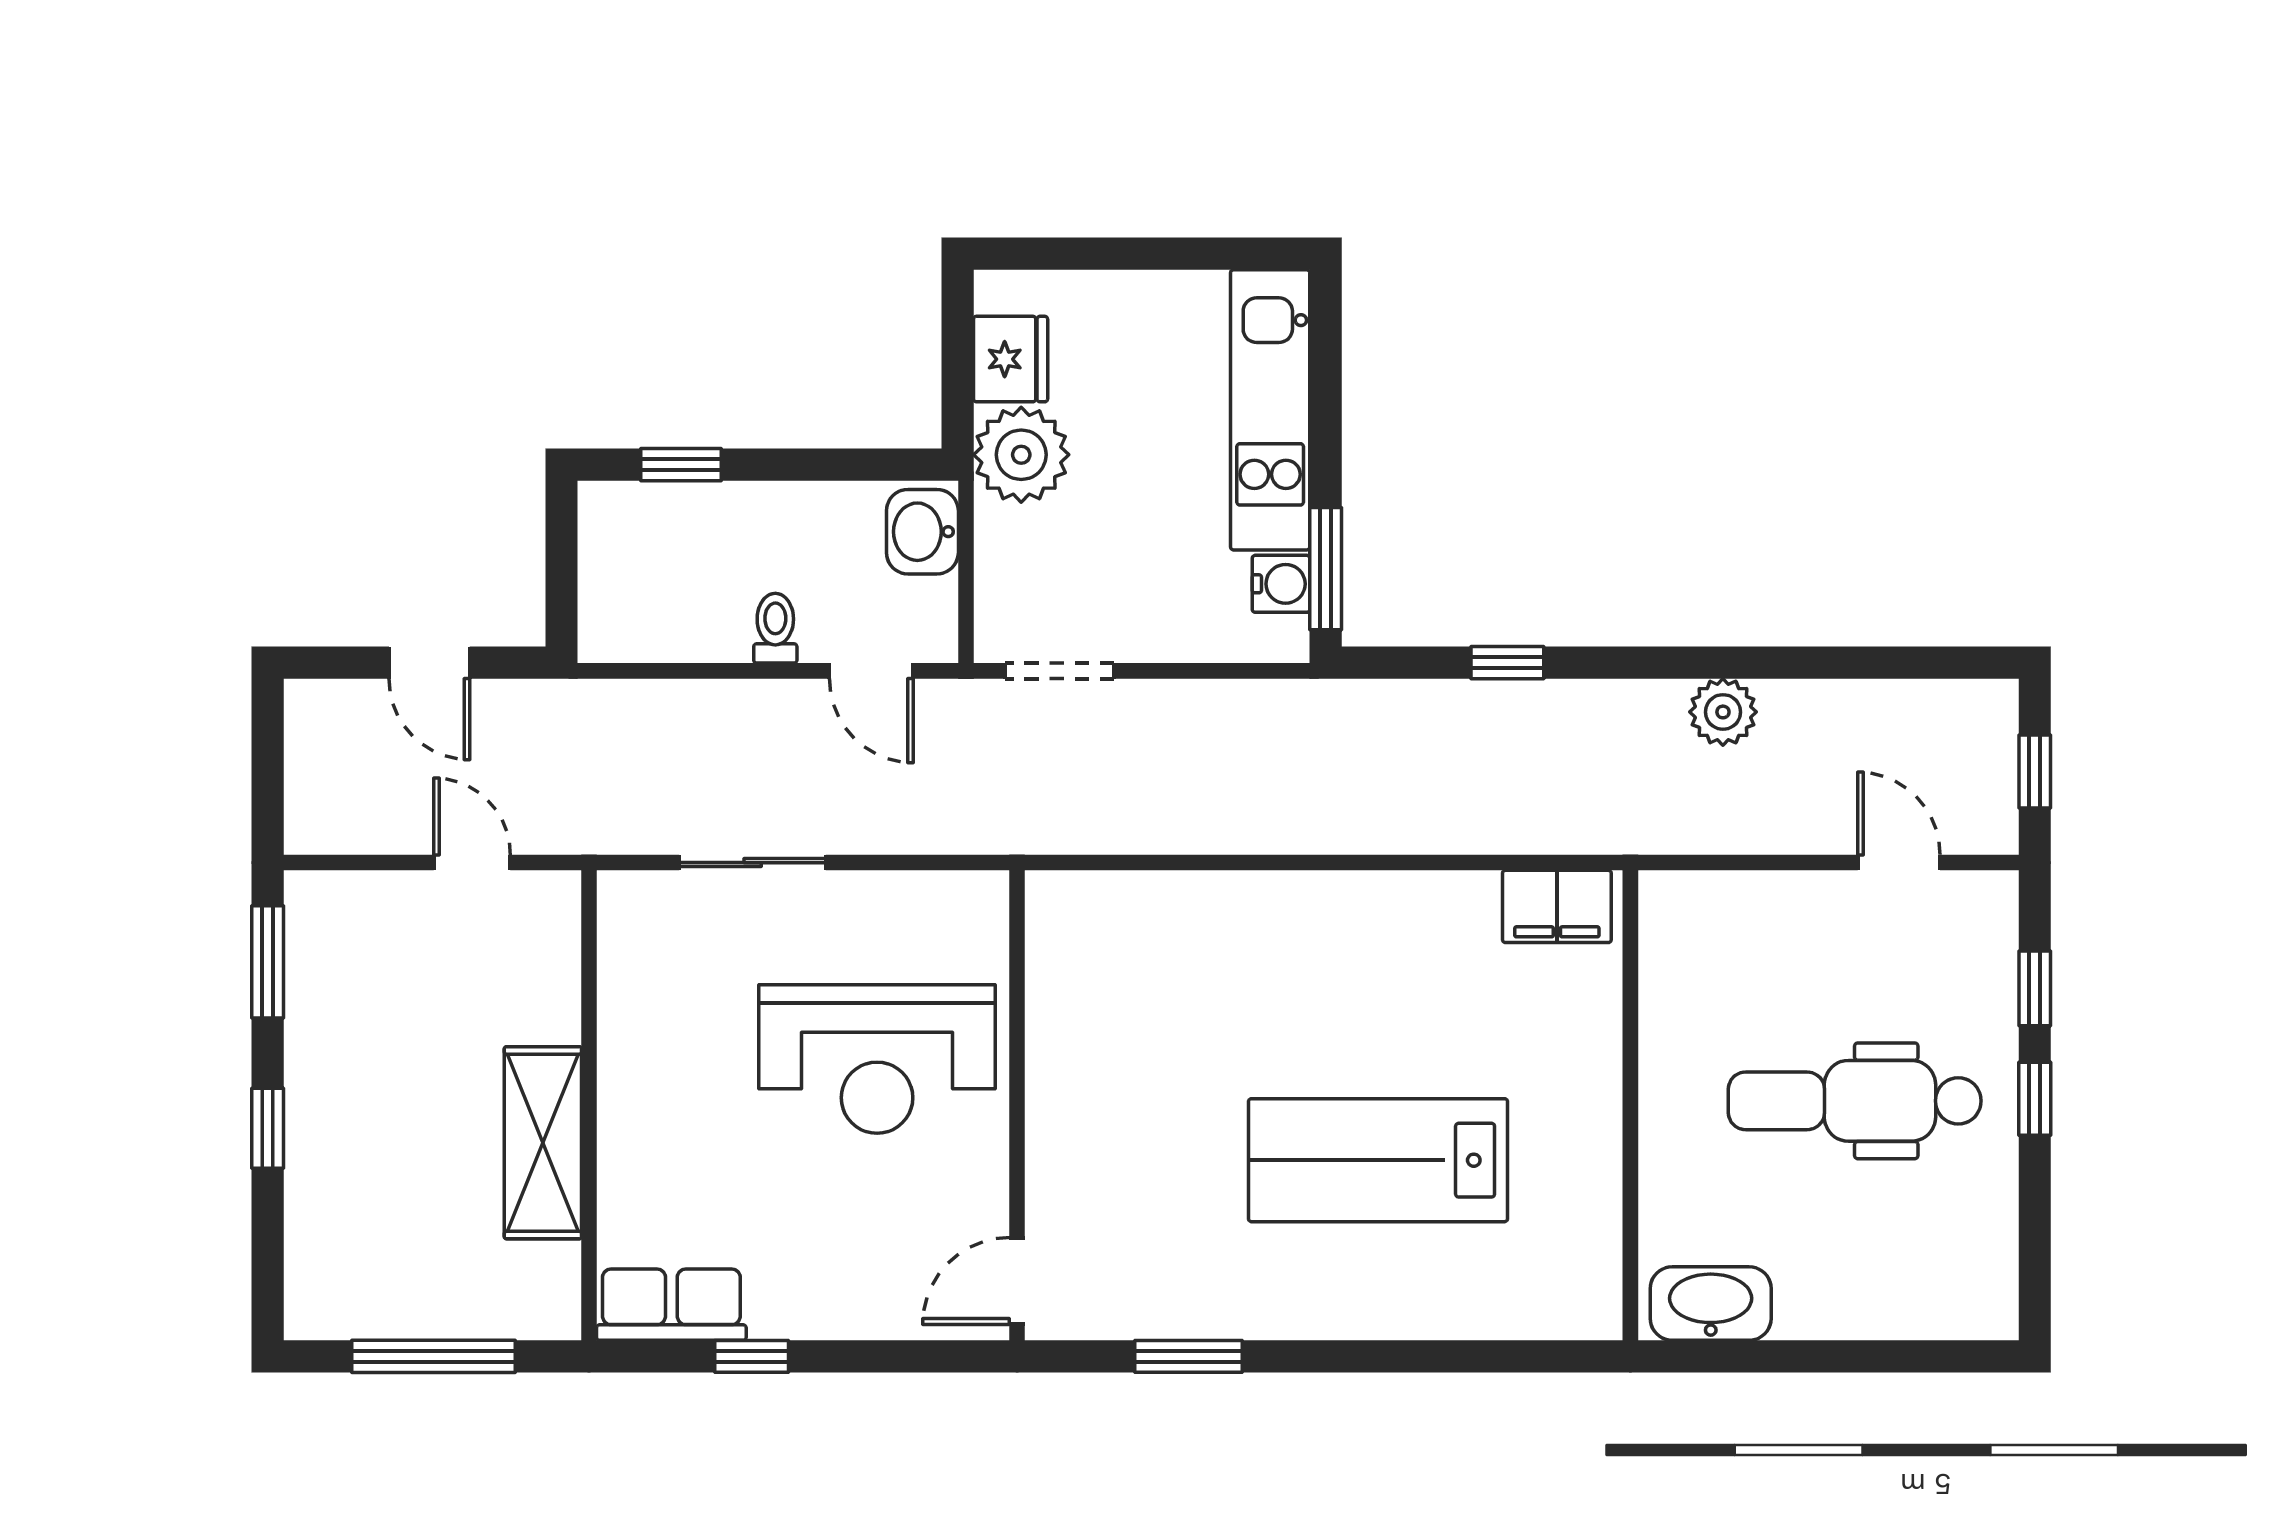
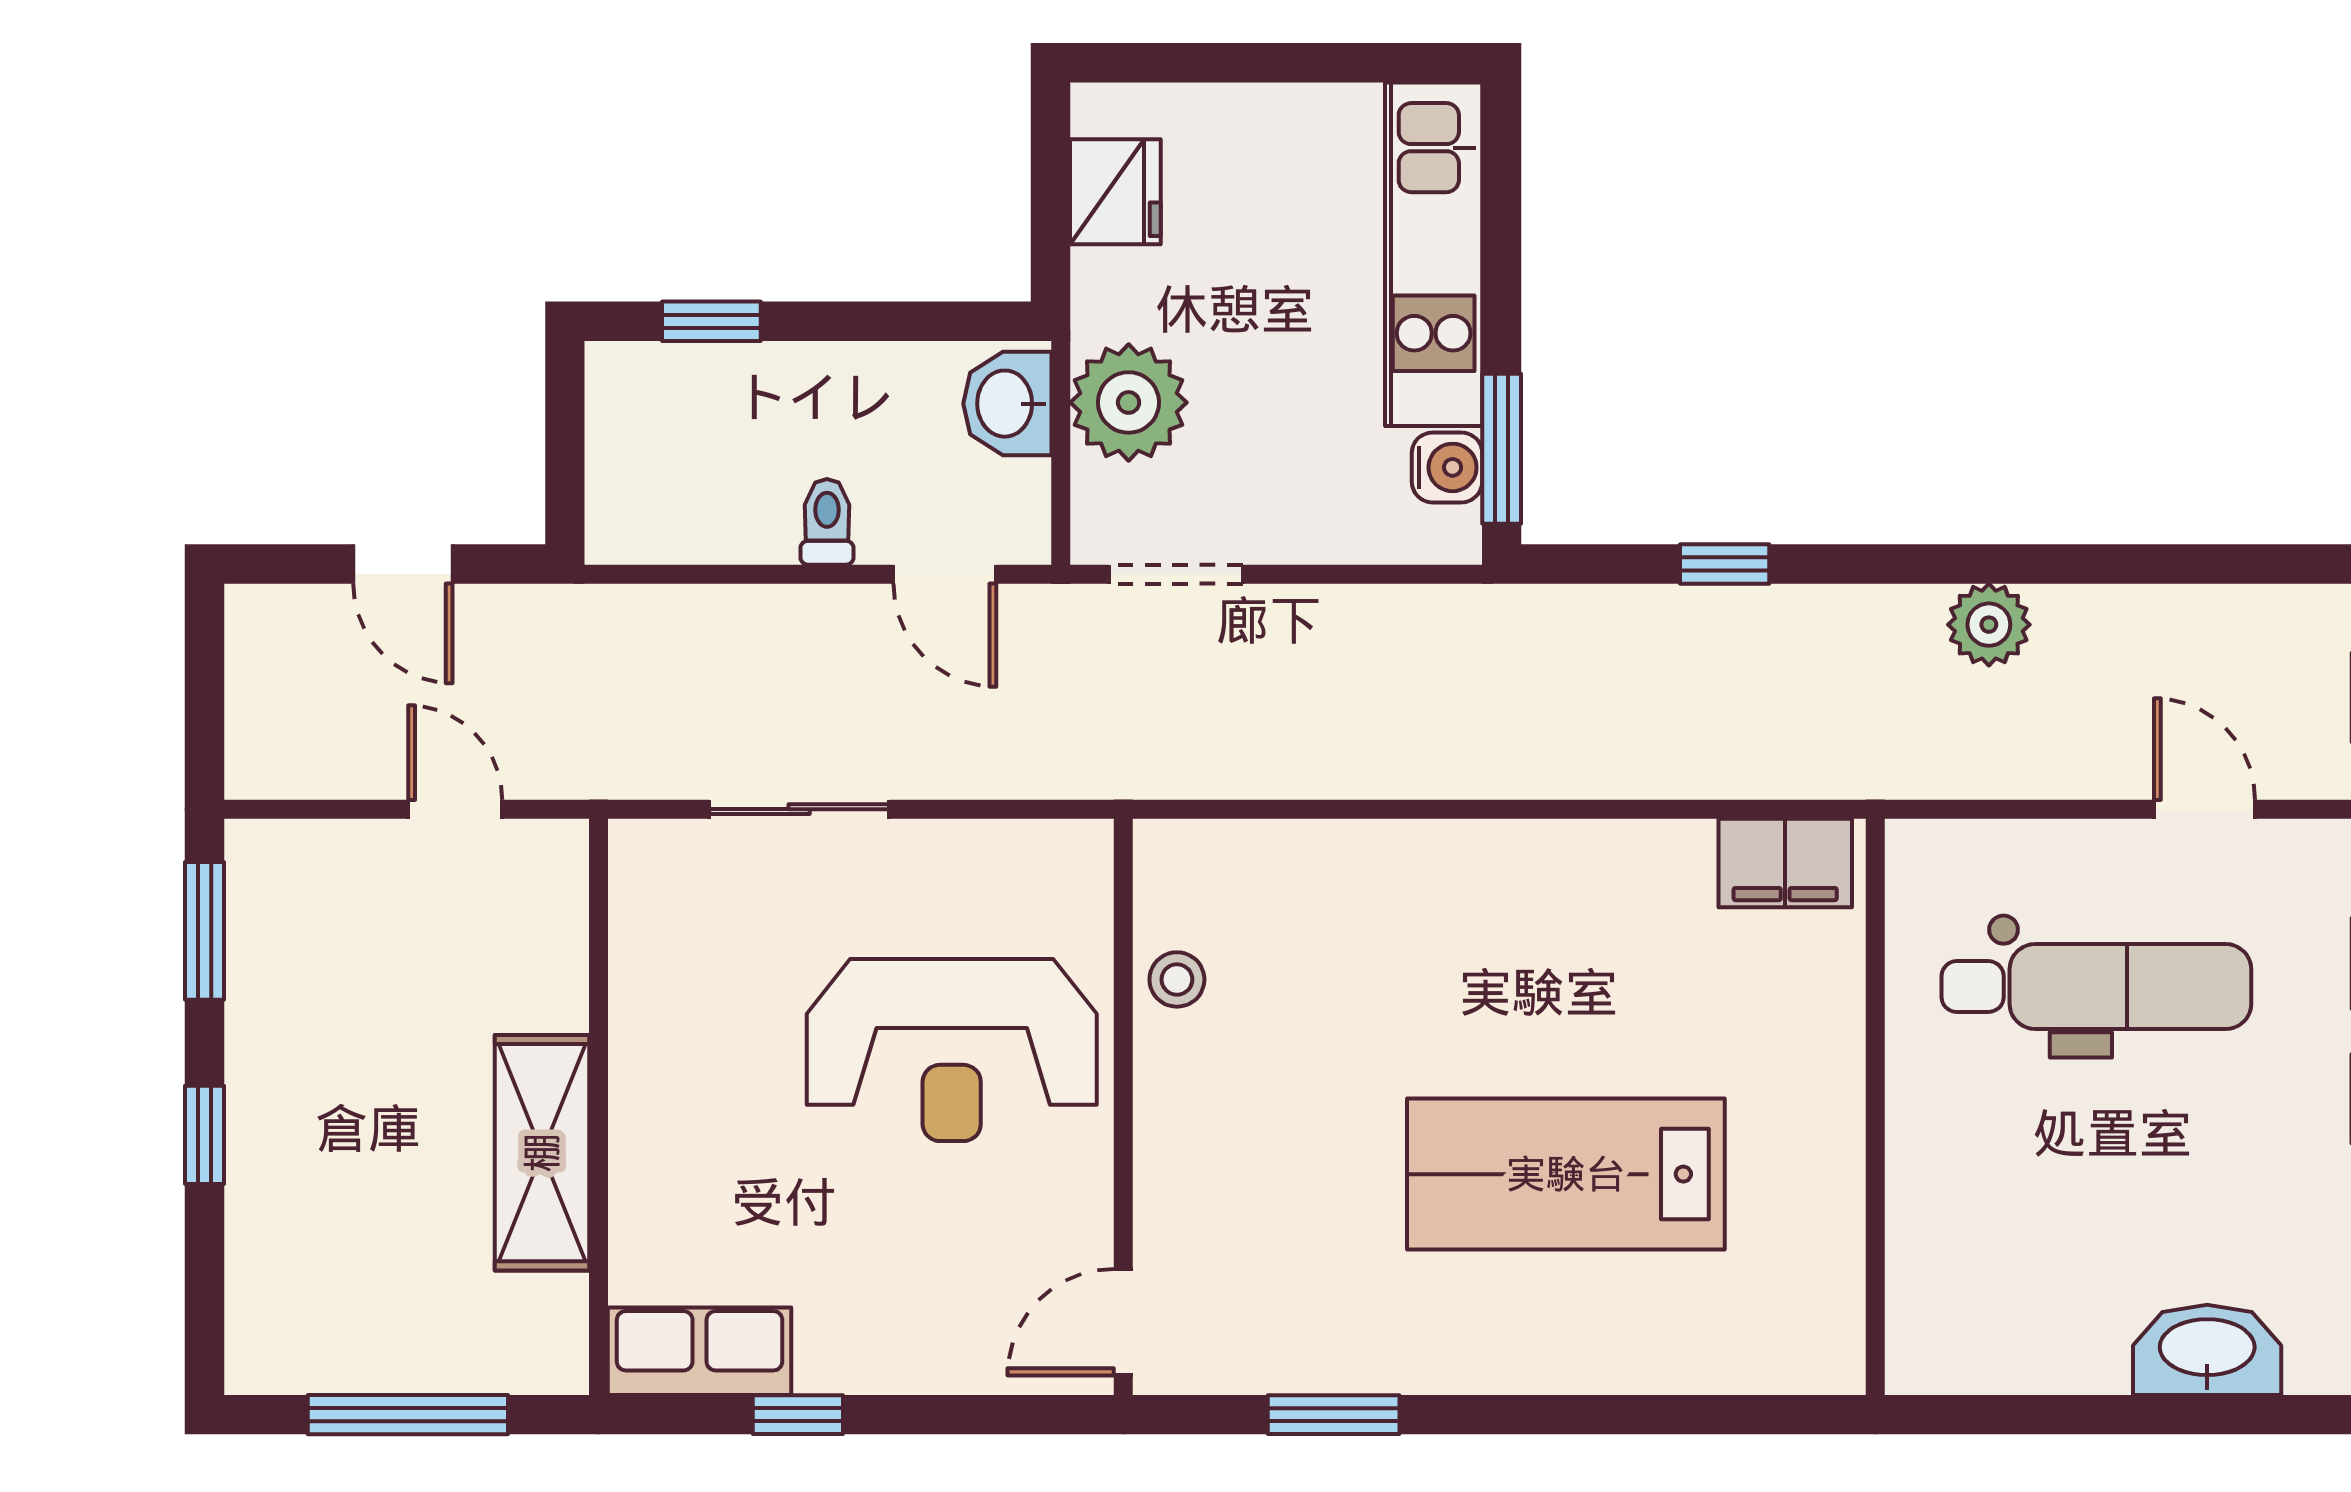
plant: (1021, 455) -> (1129, 402), moved
stool: (1061, 1001) -> (1177, 979), added
dental chair: (1855, 1101) -> (2096, 987), moved, turned 180
washbasin: (1711, 1304) -> (2207, 1350), moved

